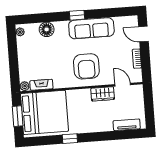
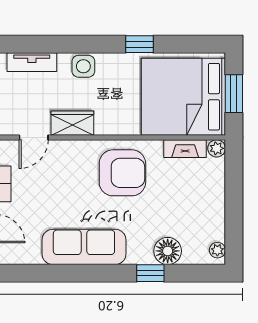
window: (77, 15) -> (150, 273), moved
armchair: (86, 66) -> (122, 173), moved, turned 90
door: (123, 85) -> (34, 137), hinge flipped
side table: (99, 125) -> (83, 66), added

